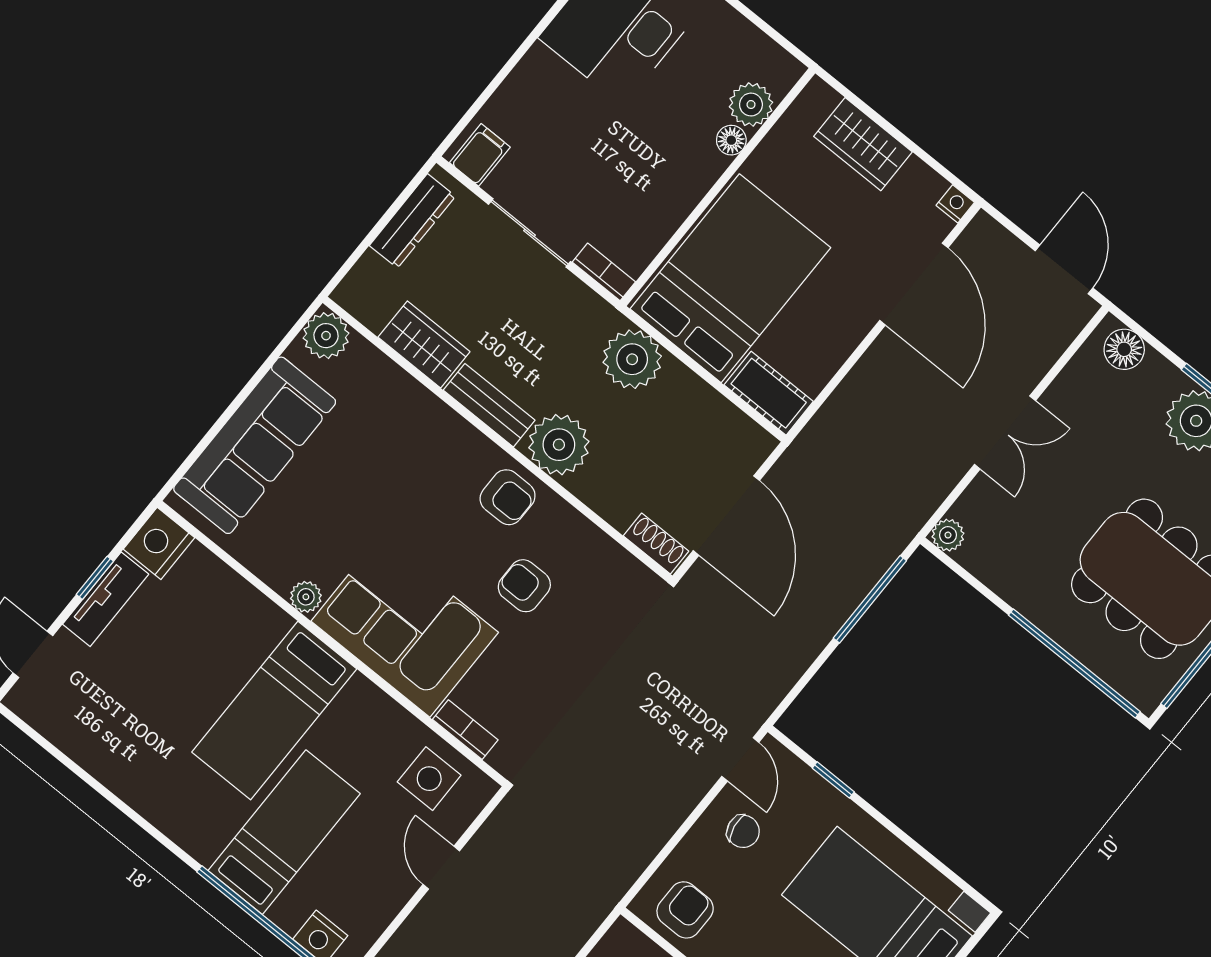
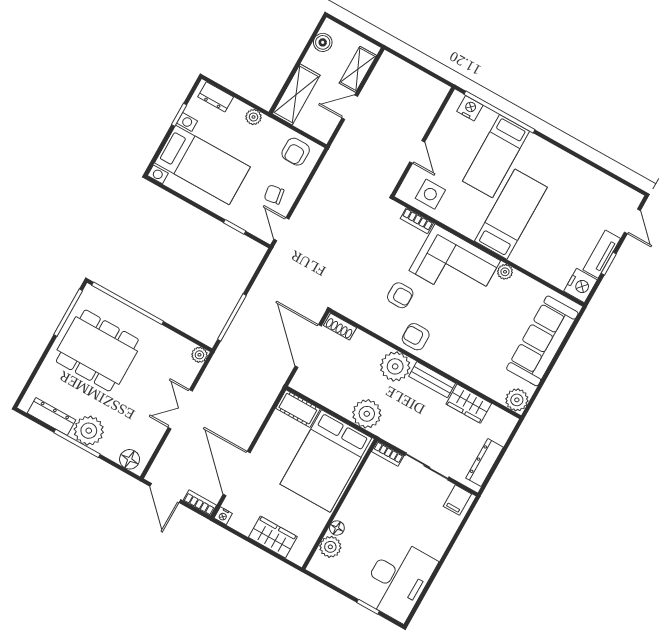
bookcase: (998, 238) -> (200, 503), added

